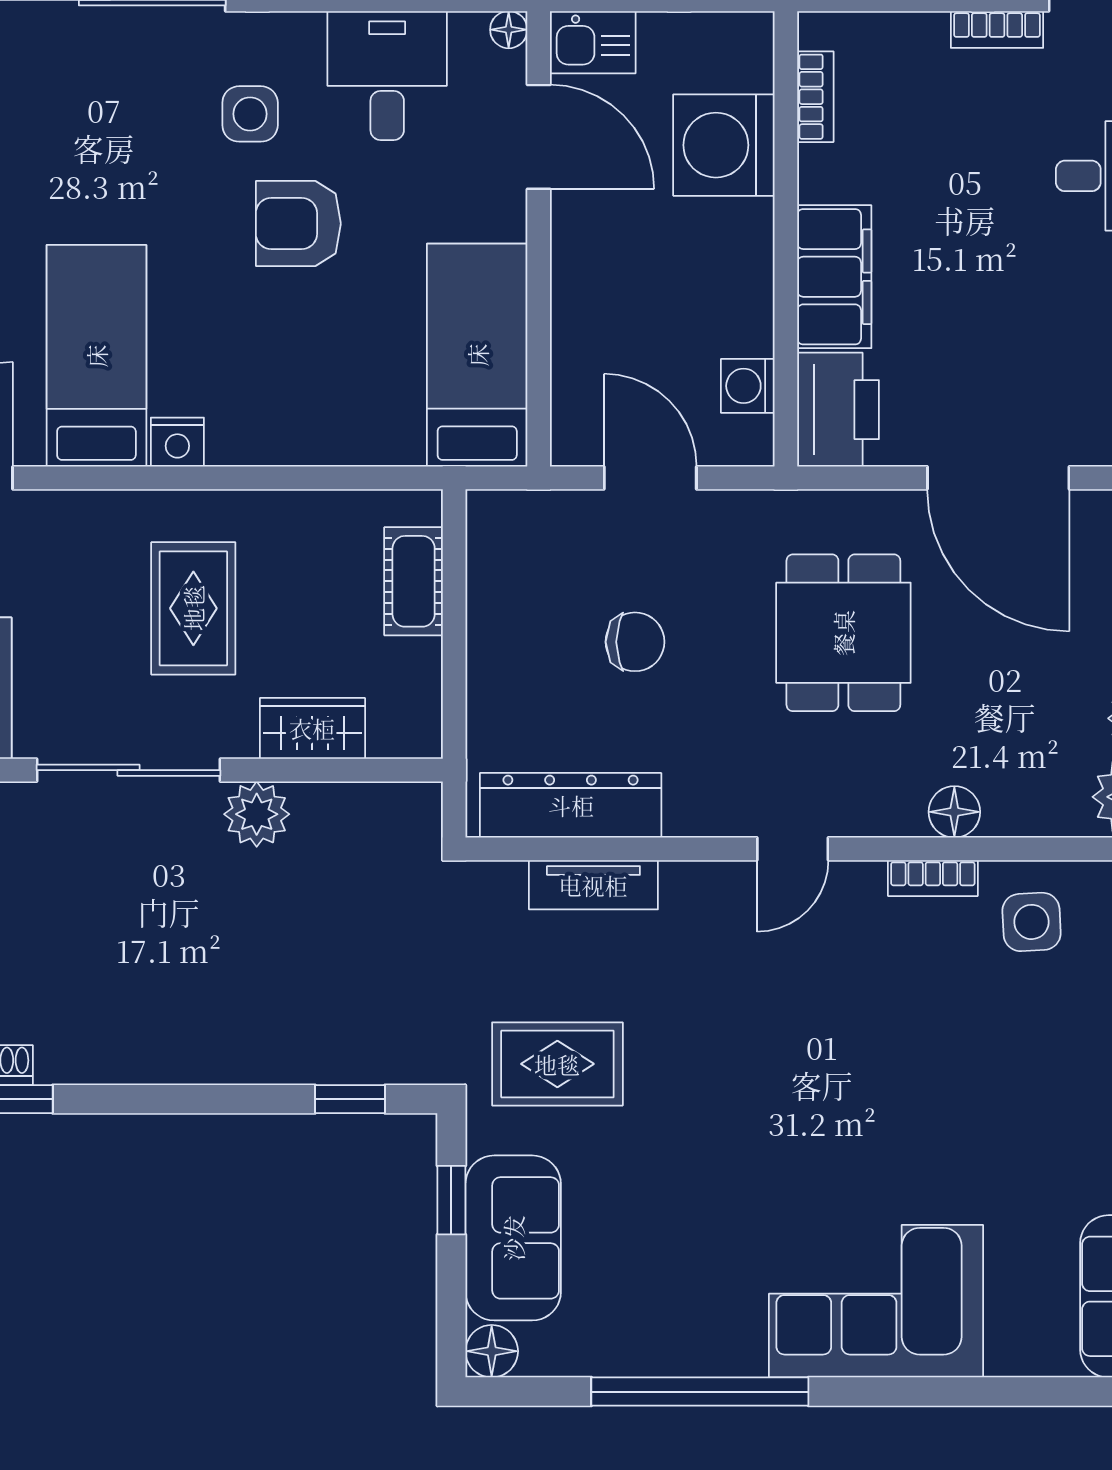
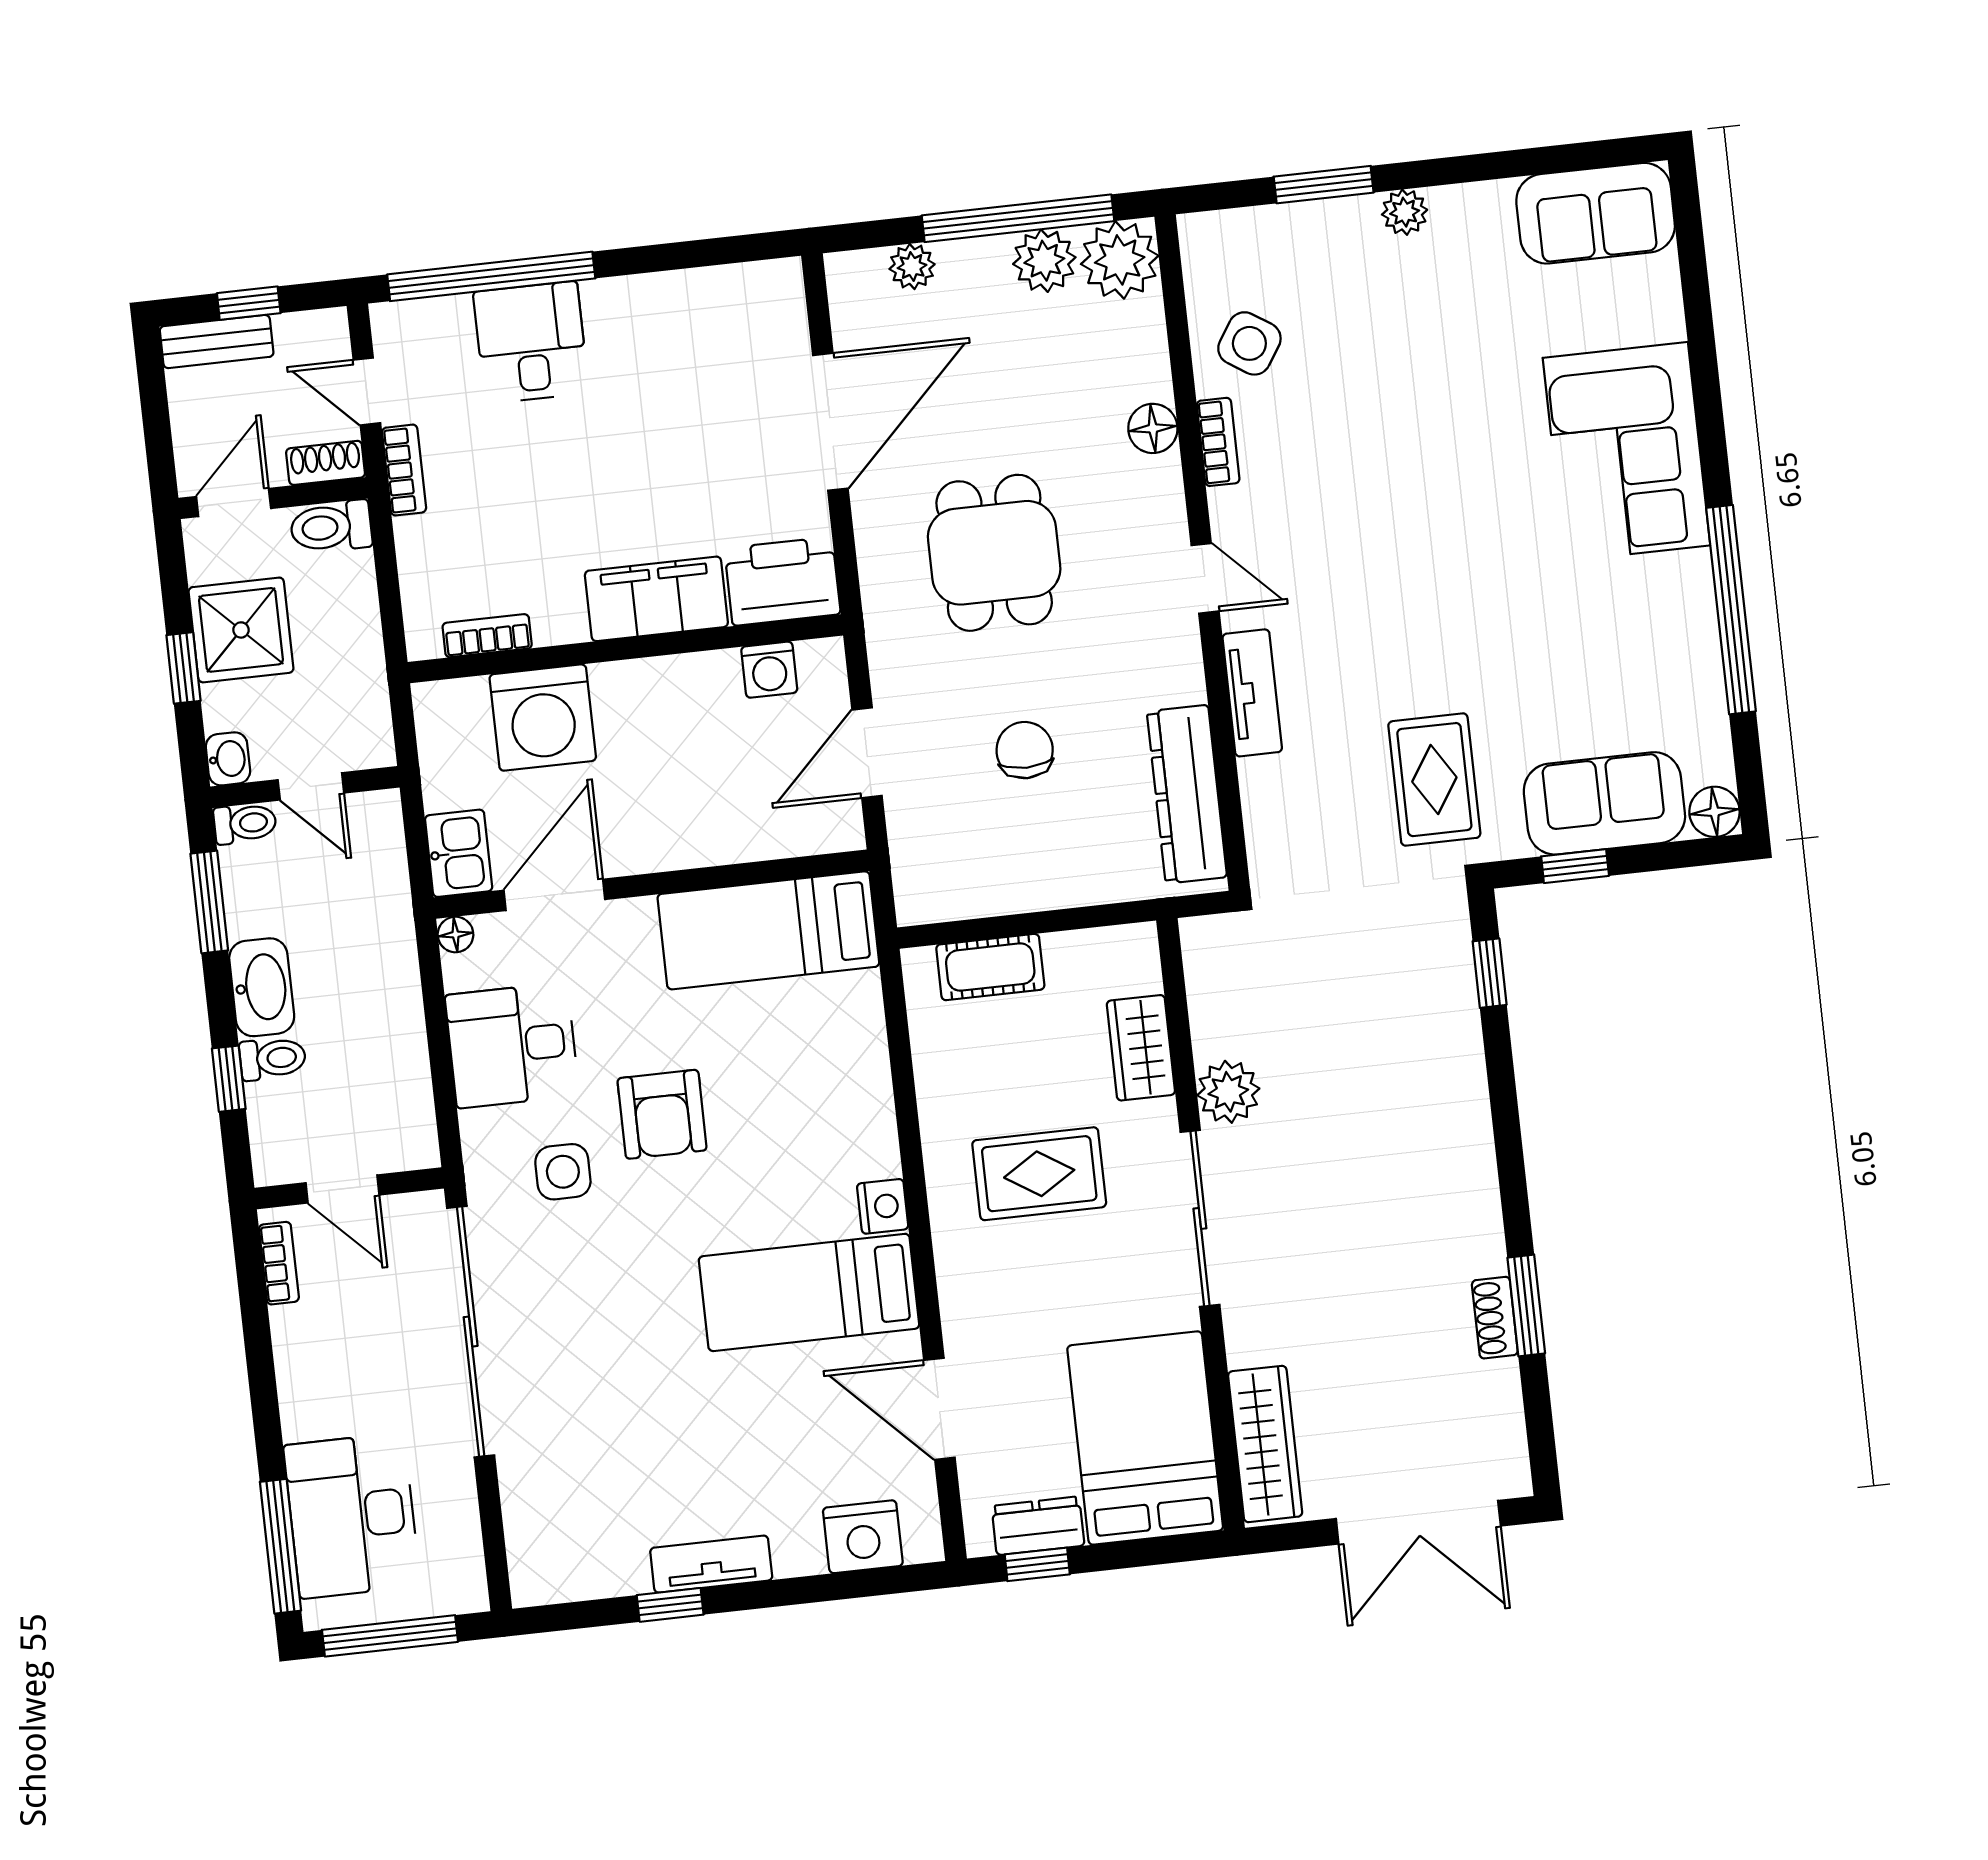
dining table: (843, 633) -> (994, 553), turned 90
tv unit: (593, 885) -> (1252, 693), moved
side table: (1032, 922) -> (1249, 343), turned 36

